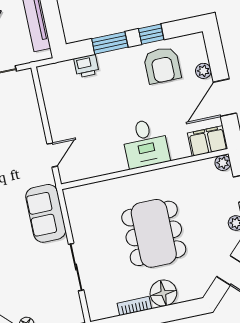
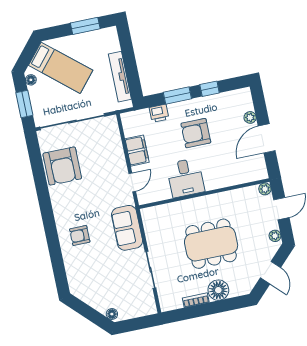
armchair: (162, 65) -> (196, 133), moved, turned 90
filing cabinet: (208, 141) -> (137, 151), moved, turned 90
desk: (145, 143) -> (185, 178), moved
dining table: (154, 233) -> (211, 244), turned 90

